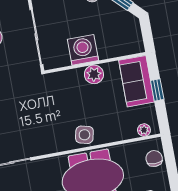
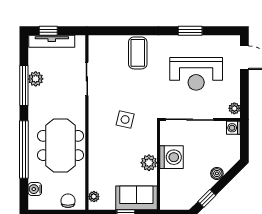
side table: (84, 135) -> (125, 120), moved
chair: (154, 158) -> (68, 201), turned -90

